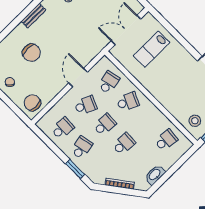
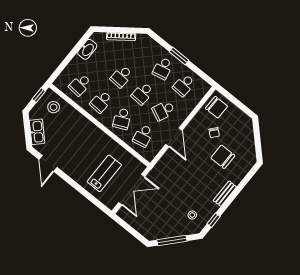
chair: (10, 82) -> (214, 133), moved
school desk: (128, 102) -> (122, 119), turned -48
school desk: (147, 121) -> (101, 102), added
window: (75, 169) -> (179, 56), moved

